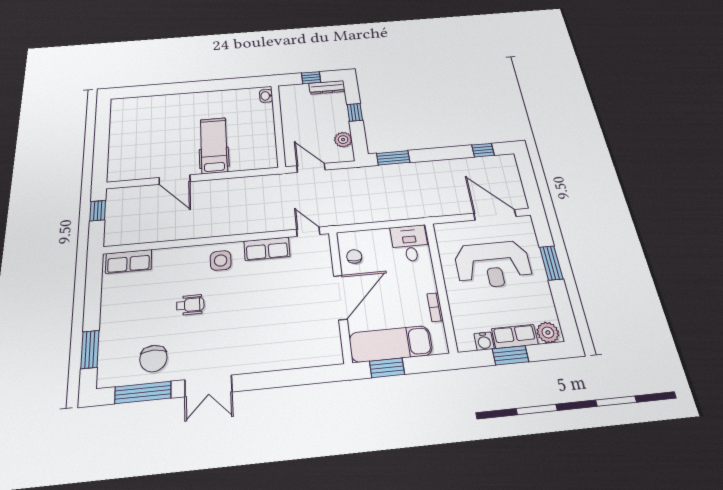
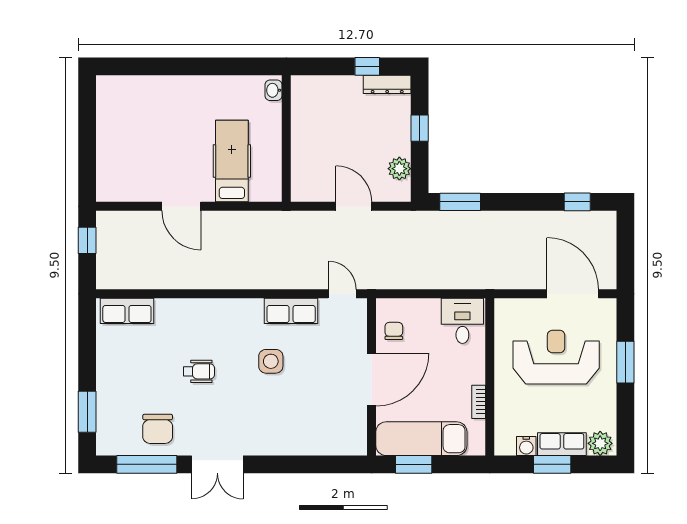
washbasin: (266, 96) -> (274, 90), moved
wall: (278, 125) -> (286, 139), moved
side table: (221, 260) -> (271, 361), moved
reception desk: (493, 265) -> (556, 357), turned 180

